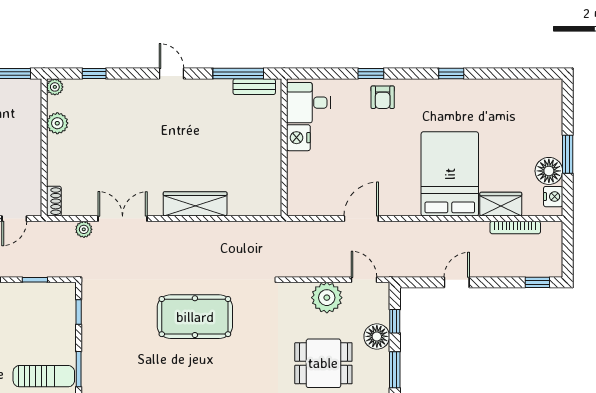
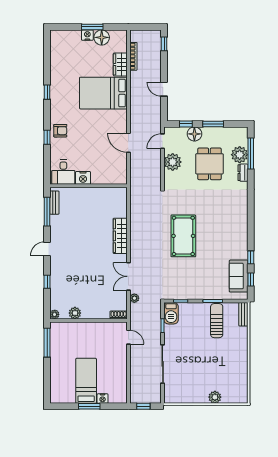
window: (94, 74) -> (47, 282), moved
nightstand: (553, 197) -> (87, 35), moved
barbecue: (57, 295) -> (171, 313), added

